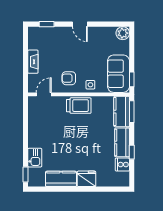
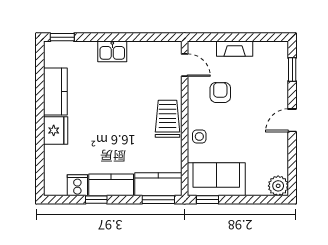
armchair: (69, 78) -> (220, 92), moved
trolley: (79, 106) -> (167, 119), turned 180
kitchen sink: (35, 158) -> (112, 51), moved

